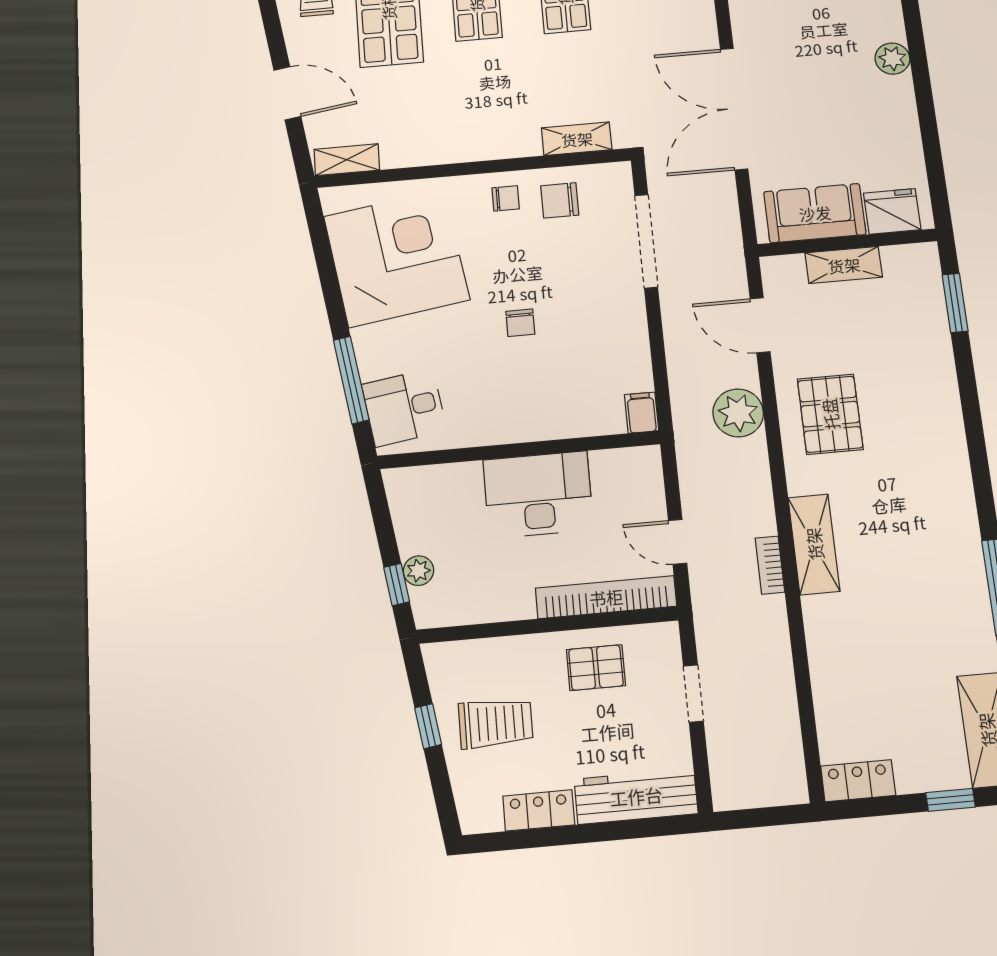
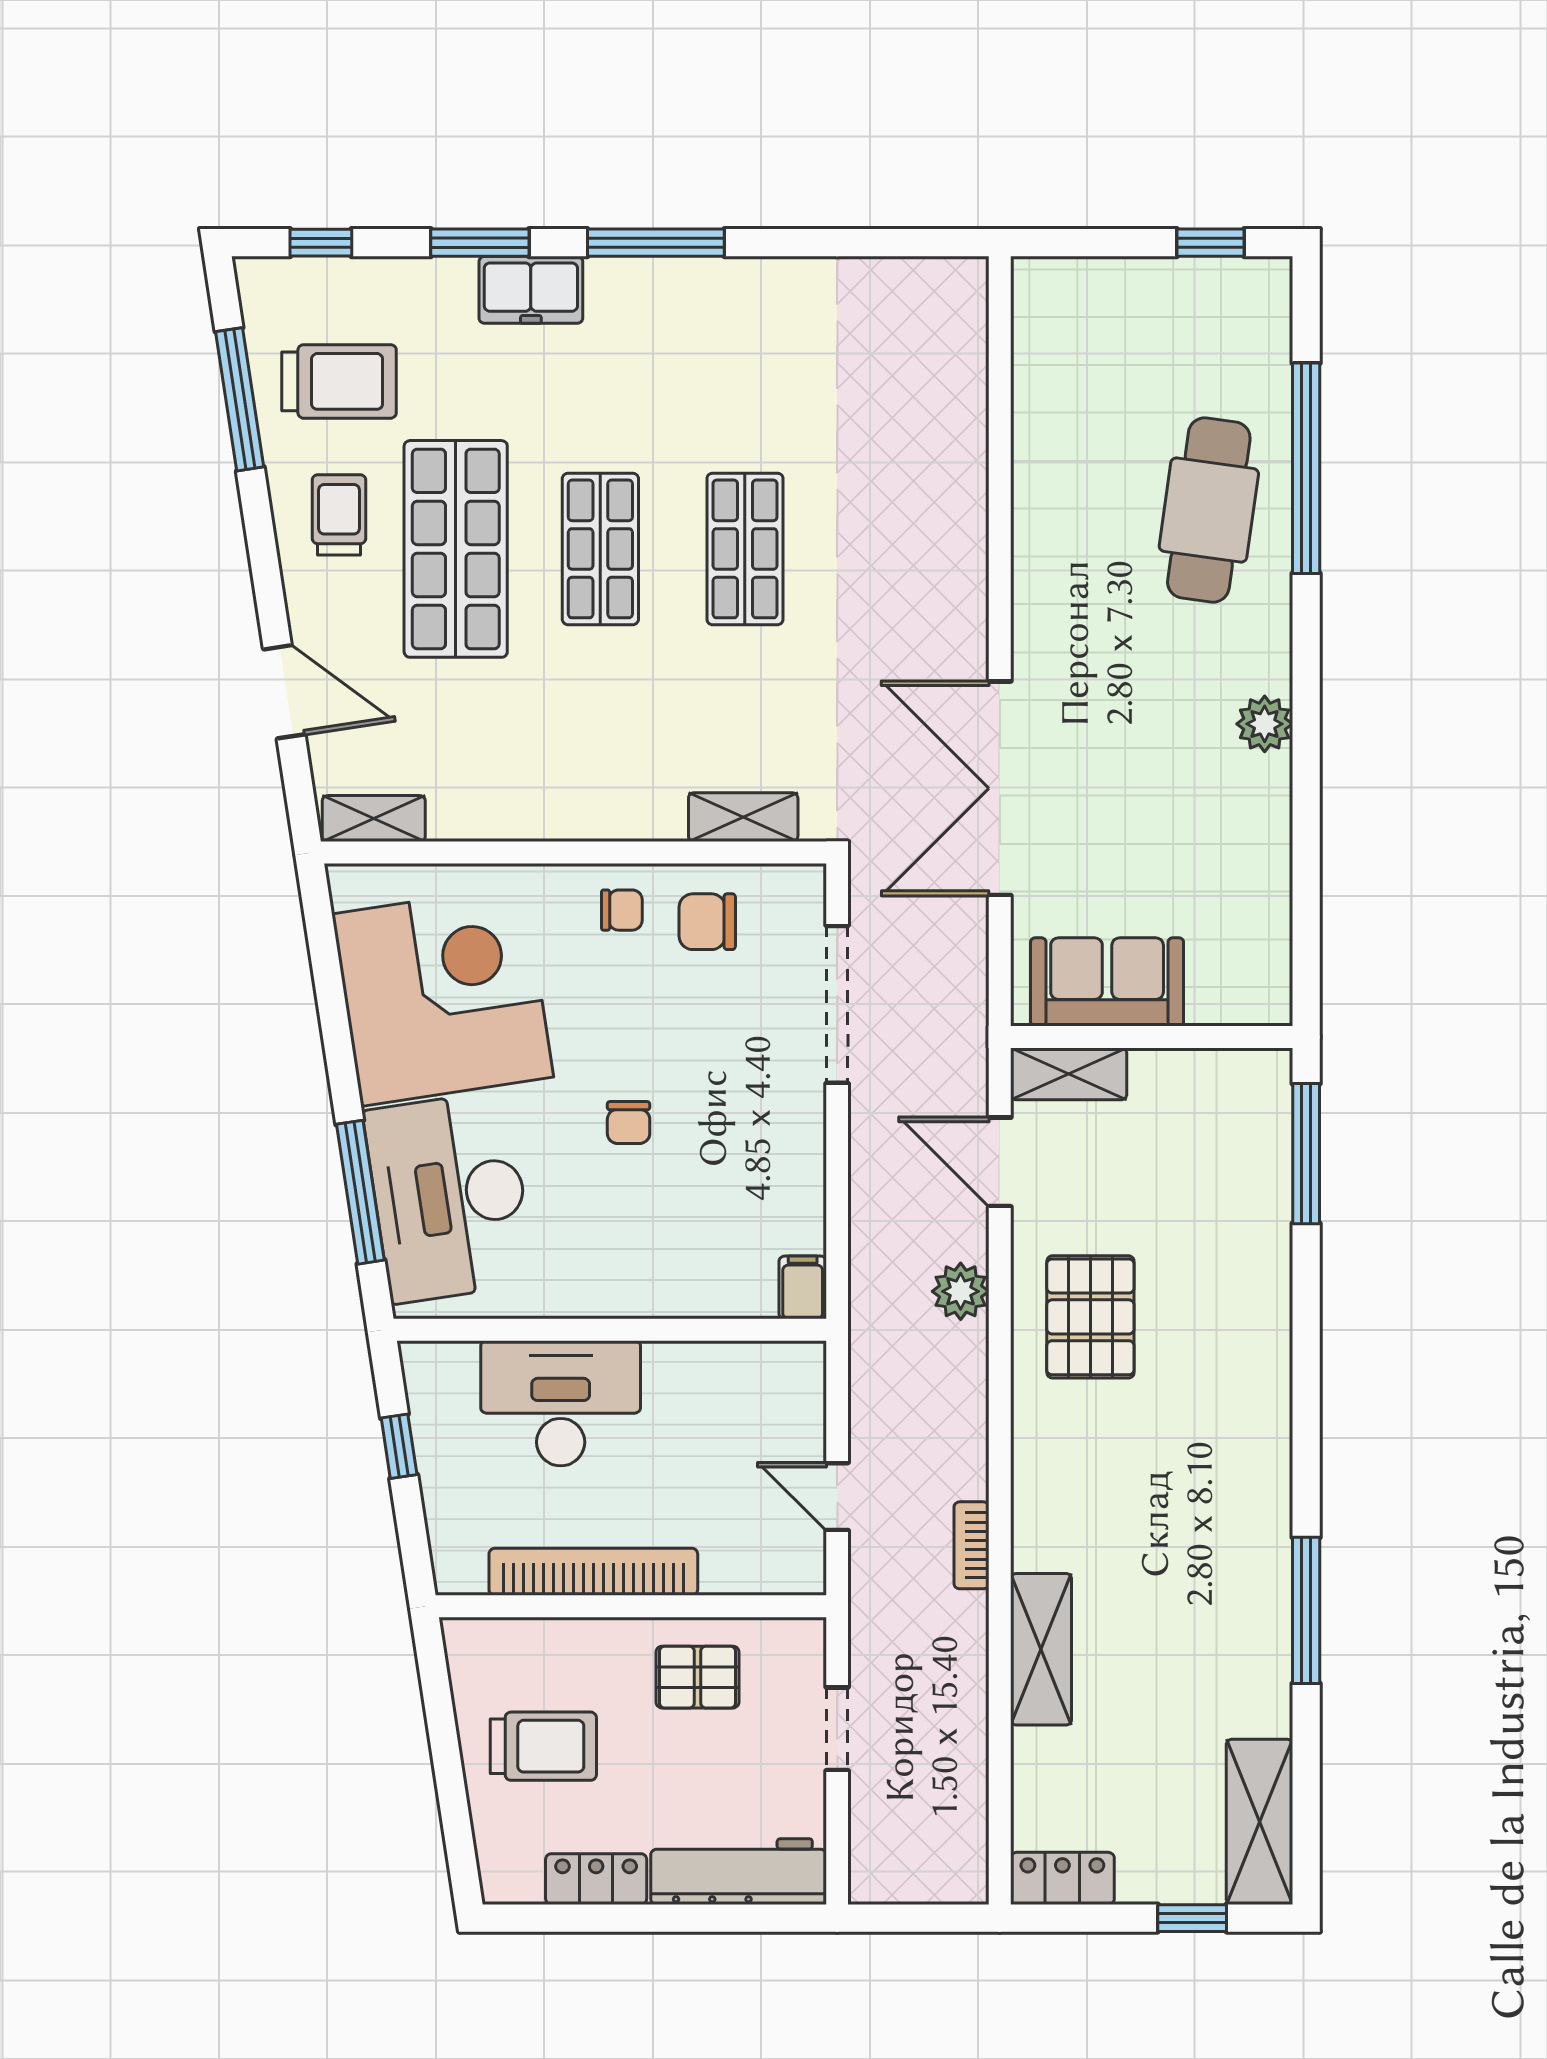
fridge: (892, 211) -> (1229, 991), removed
shelving: (844, 265) -> (1069, 1074), moved
window: (955, 303) -> (1306, 1154), width x1.44
desk: (404, 407) -> (449, 1197), width x1.87, depth x1.30
plant: (738, 413) -> (961, 1291), width x0.73, depth x0.73
desk: (538, 495) -> (561, 1403), moved
shelving: (814, 544) -> (1041, 1649), moved
plant: (418, 571) -> (445, 1505), removed
window: (397, 585) -> (399, 1446), moved
bookcase: (606, 597) -> (593, 1572), moved
window: (428, 726) -> (444, 1741), removed

